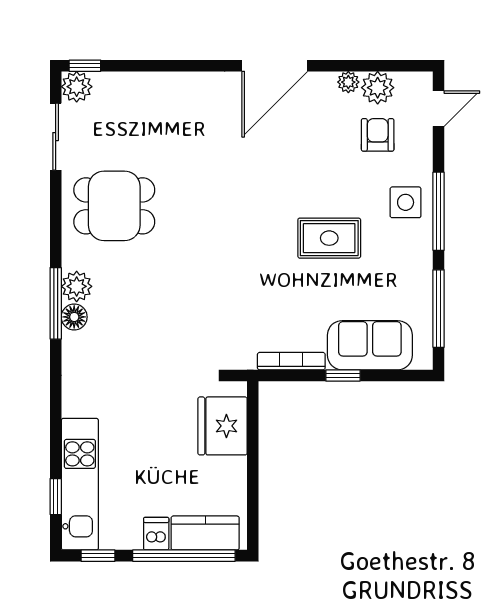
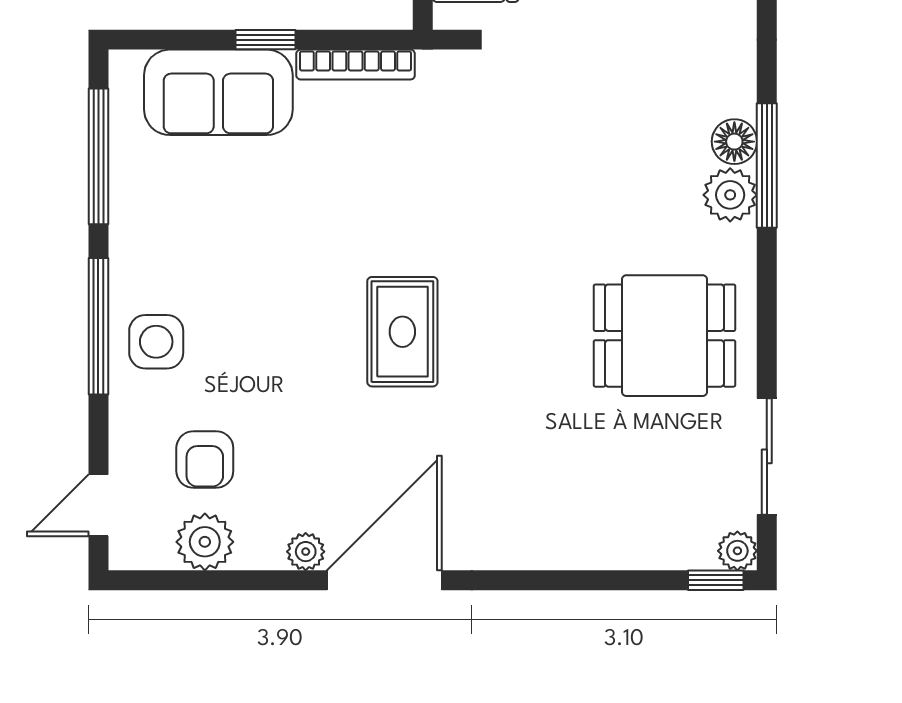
plant: (348, 82) -> (306, 552), moved
plant: (77, 87) -> (737, 551), width x0.73, depth x0.73
rug: (329, 238) -> (402, 332), moved, turned 90

